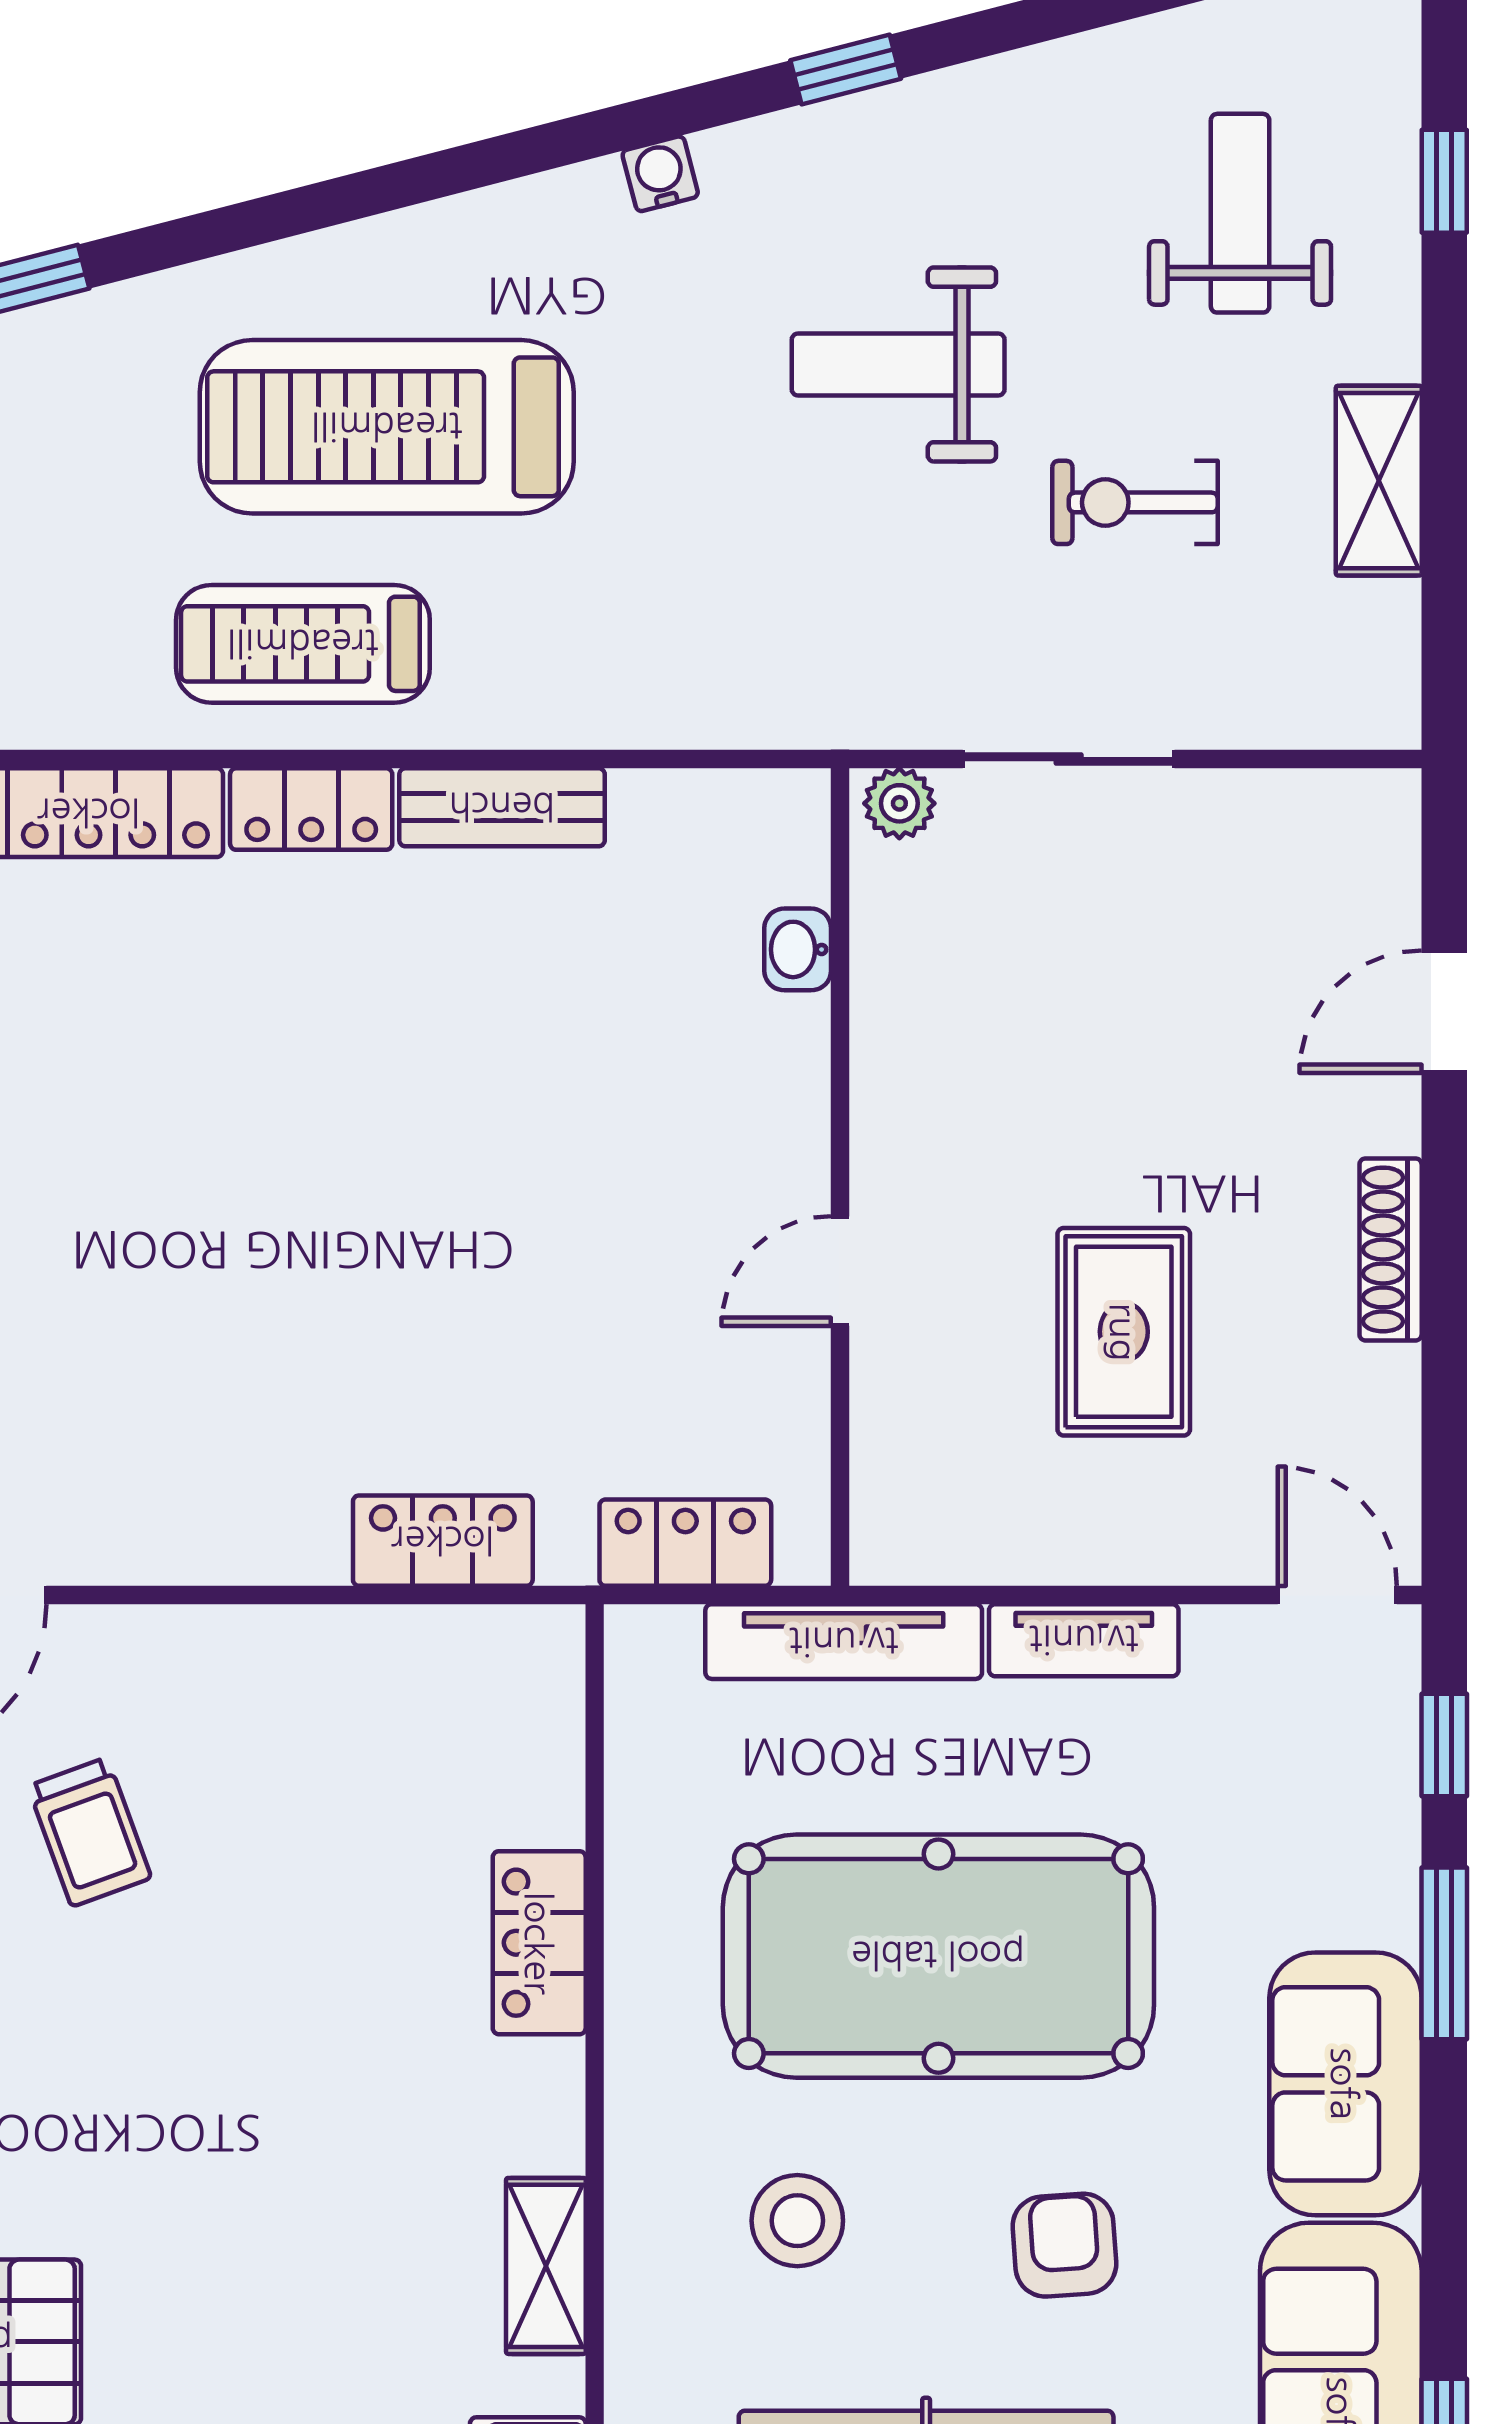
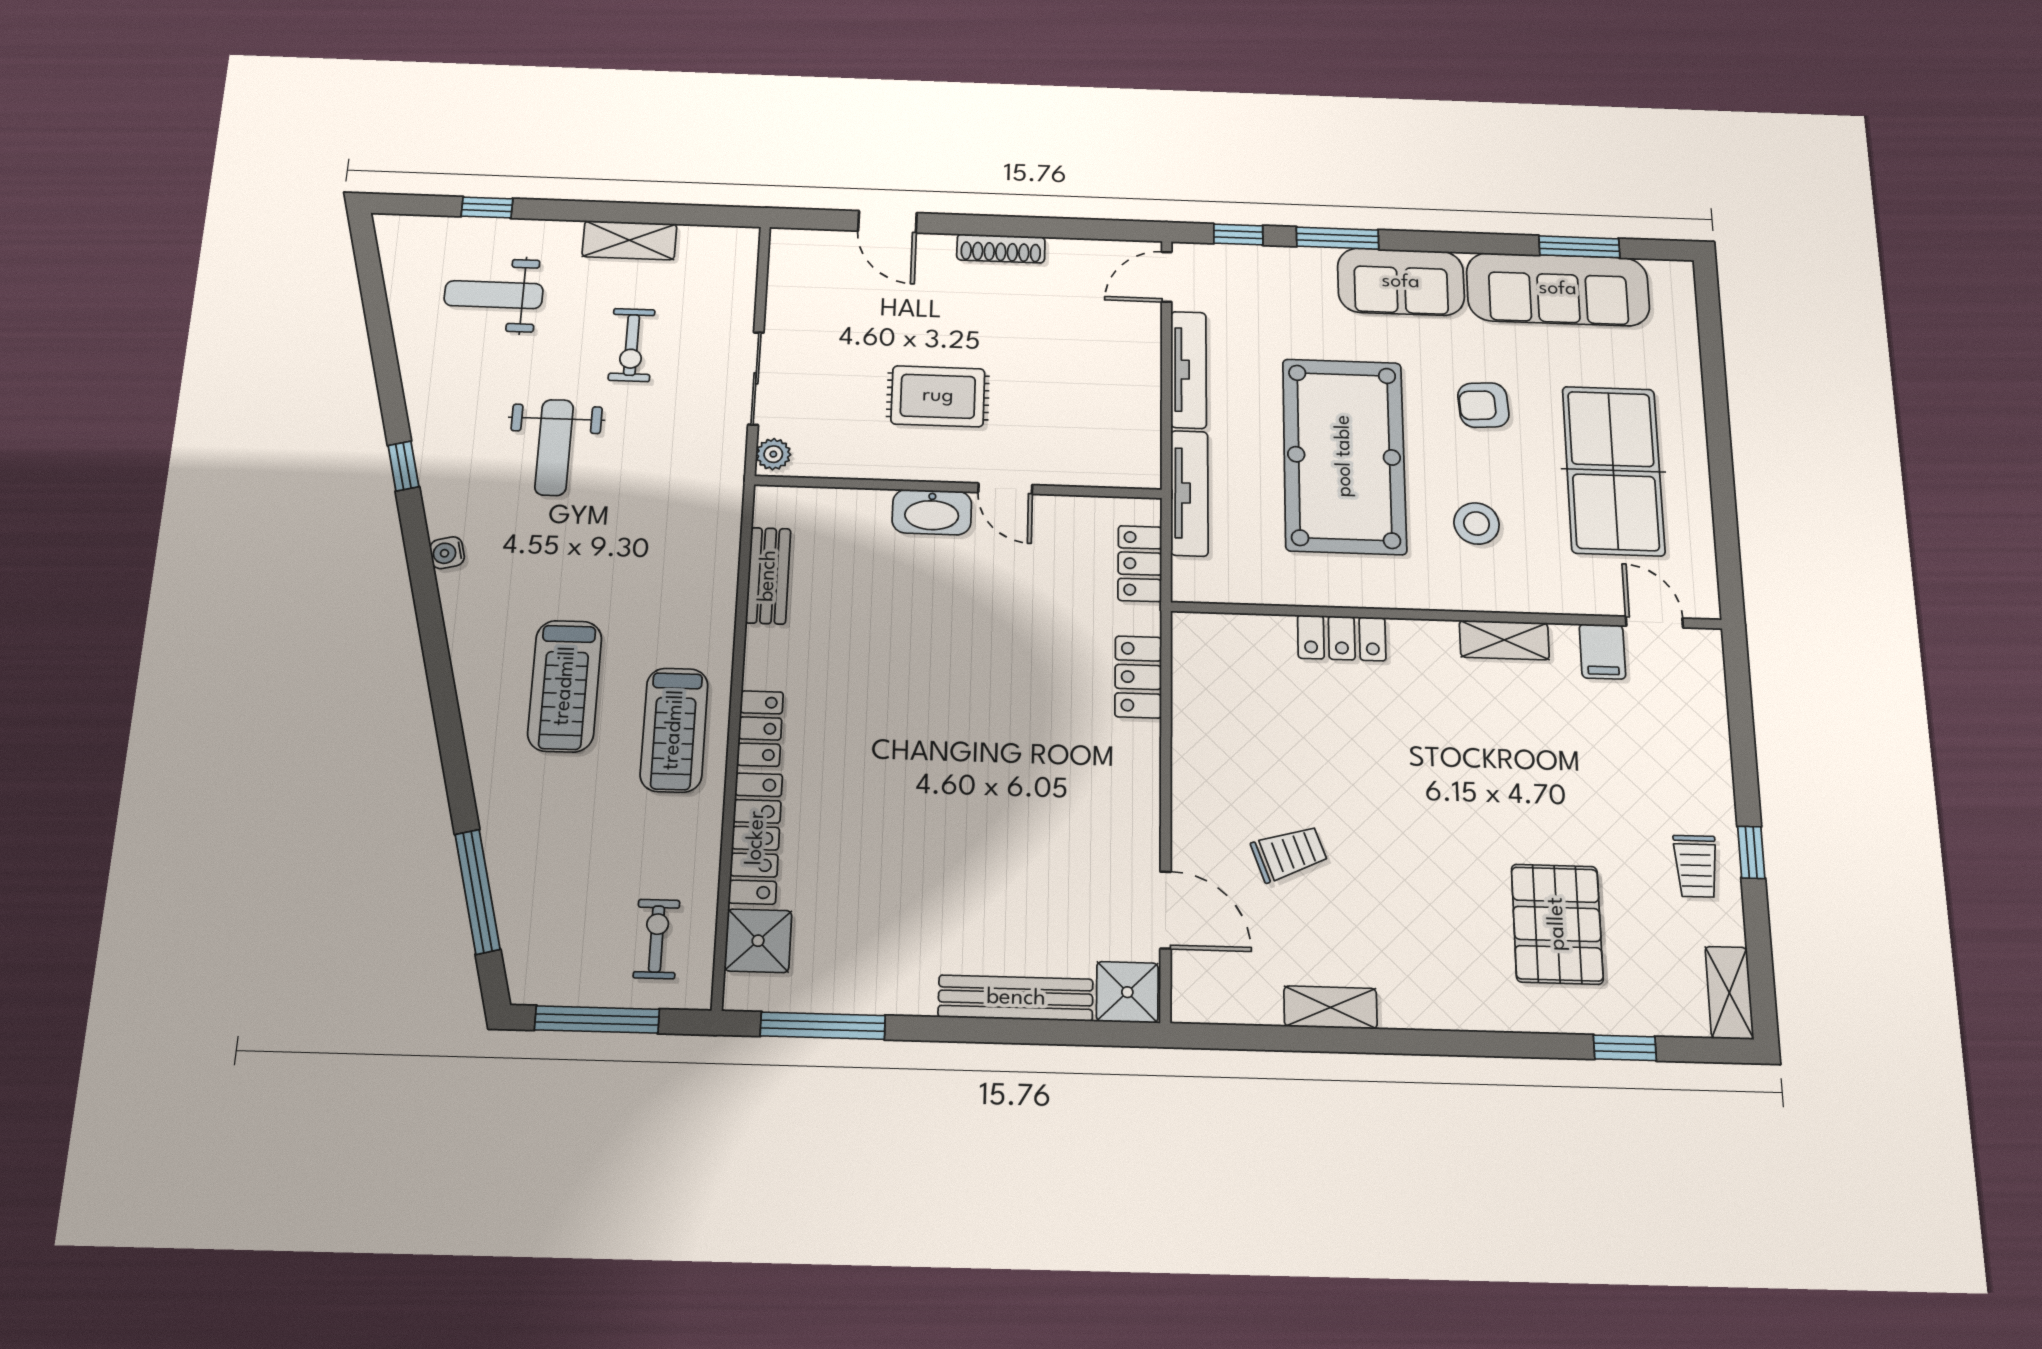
treadmill: (387, 427) -> (565, 686), width x0.73, depth x0.73
bench: (502, 807) -> (768, 576), moved
washbasin: (798, 949) -> (932, 512), moved, width x1.91, depth x1.45
rug: (1124, 1332) -> (938, 396), moved
tv unit: (1084, 1640) -> (1189, 370), width x1.41

